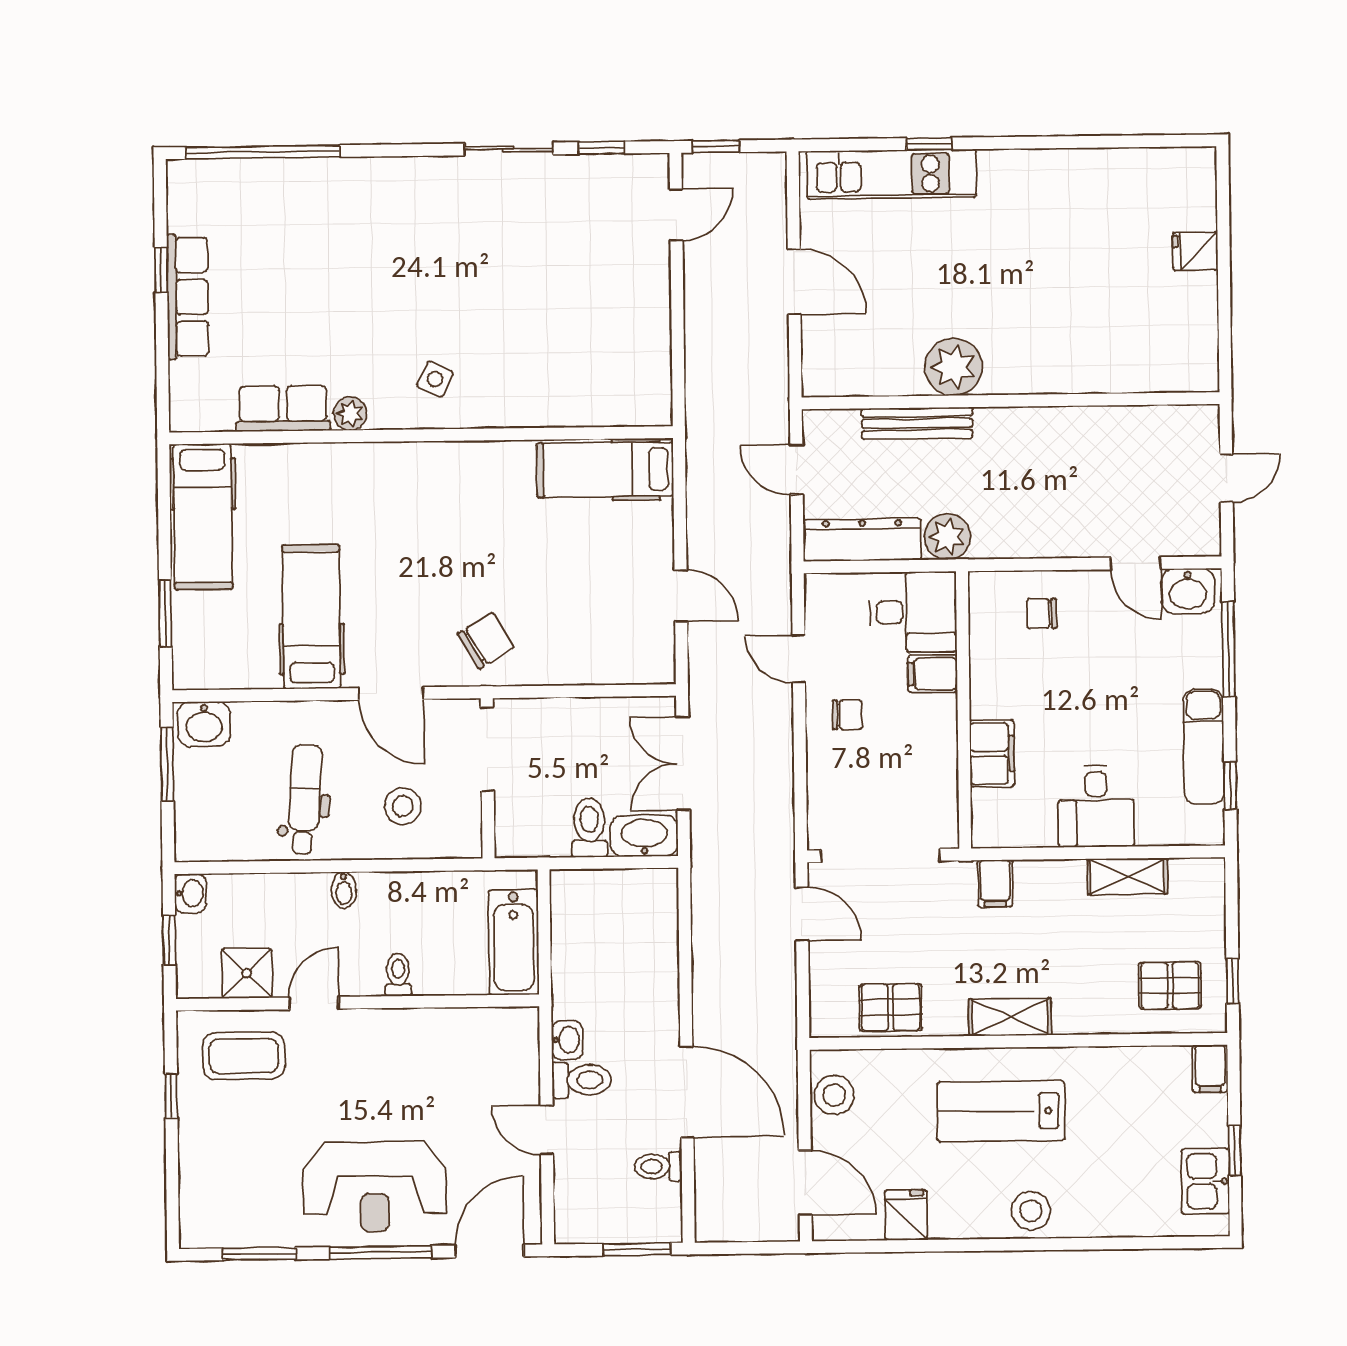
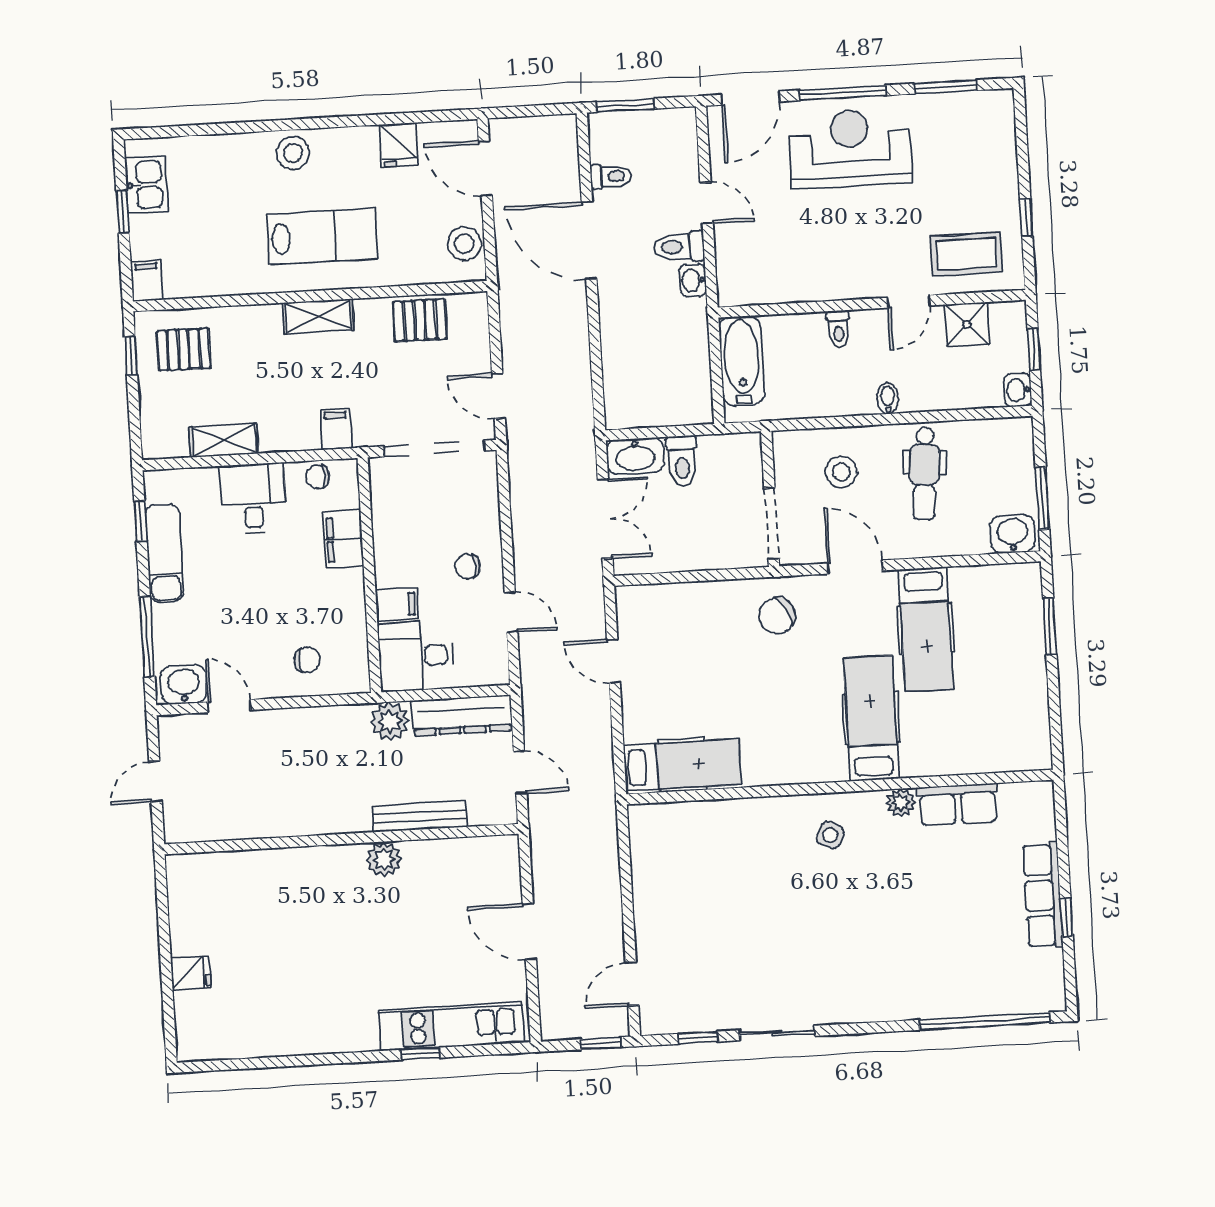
plant: (954, 367) -> (384, 859), width x0.73, depth x0.73
hospital bed: (203, 517) -> (871, 718), moved
chair: (1019, 829) -> (318, 476), added

